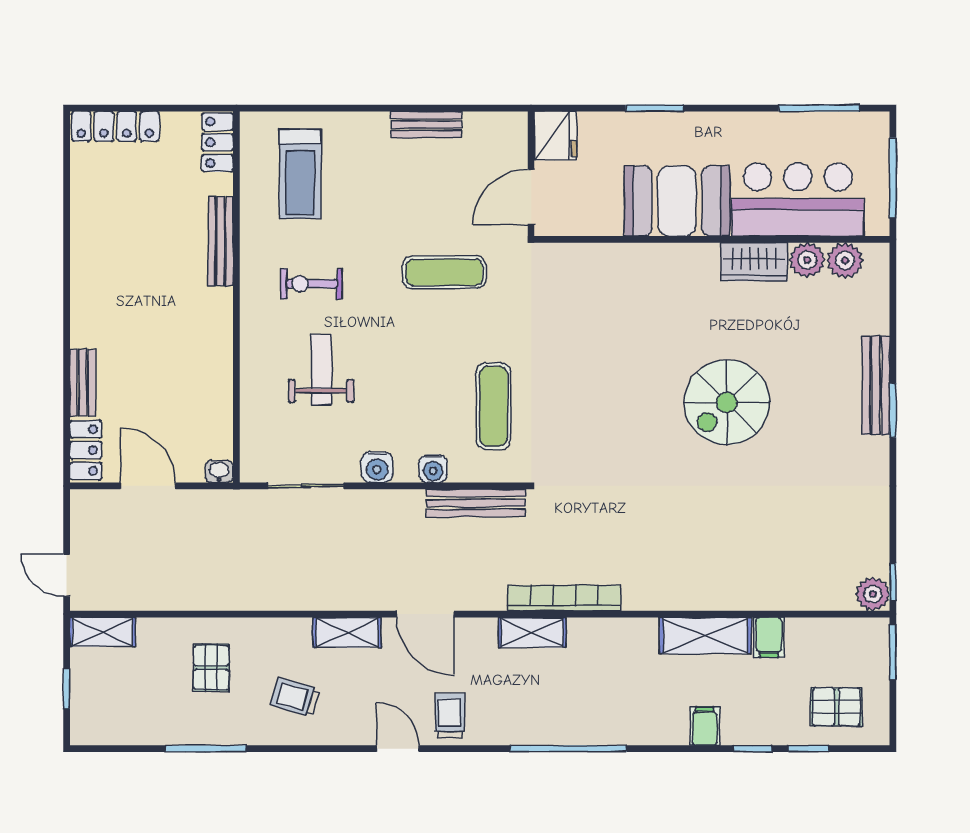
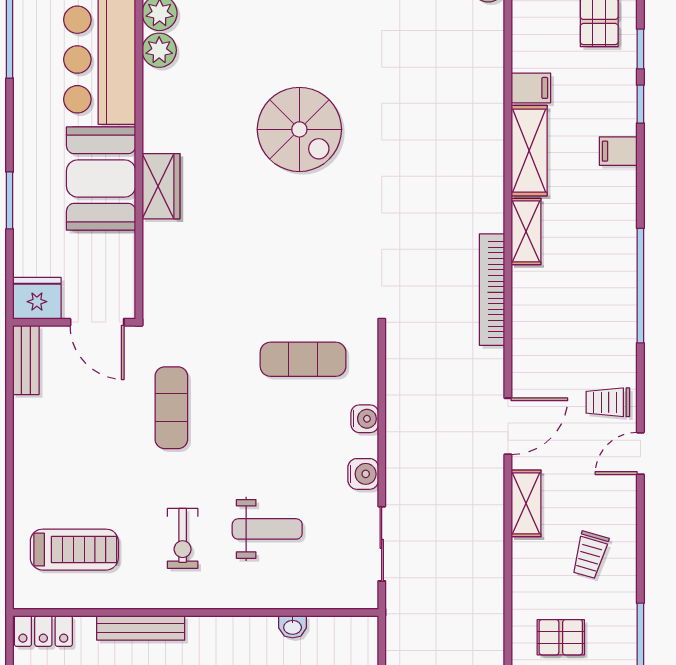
bench: (426, 125) -> (26, 360), moved
wardrobe: (754, 262) -> (161, 186), moved
weight bench: (321, 370) -> (267, 529), turned 180
washbasin: (219, 471) -> (293, 627), moved, turned -90
bench: (476, 503) -> (398, 377), removed
shelving: (532, 632) -> (526, 231), moved

